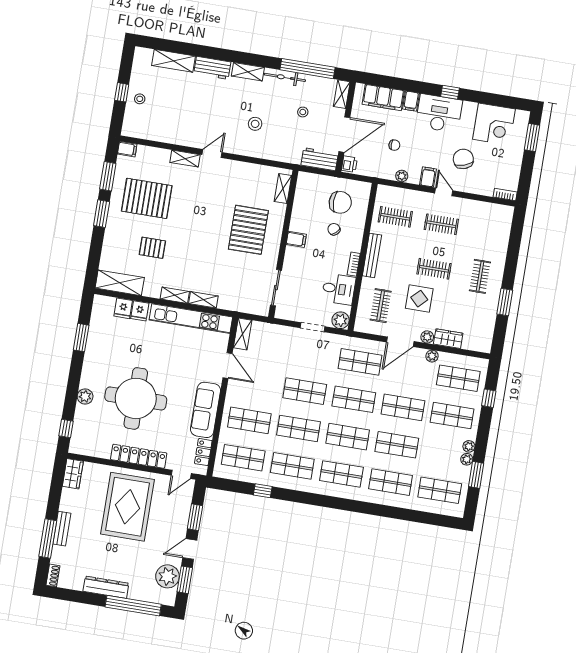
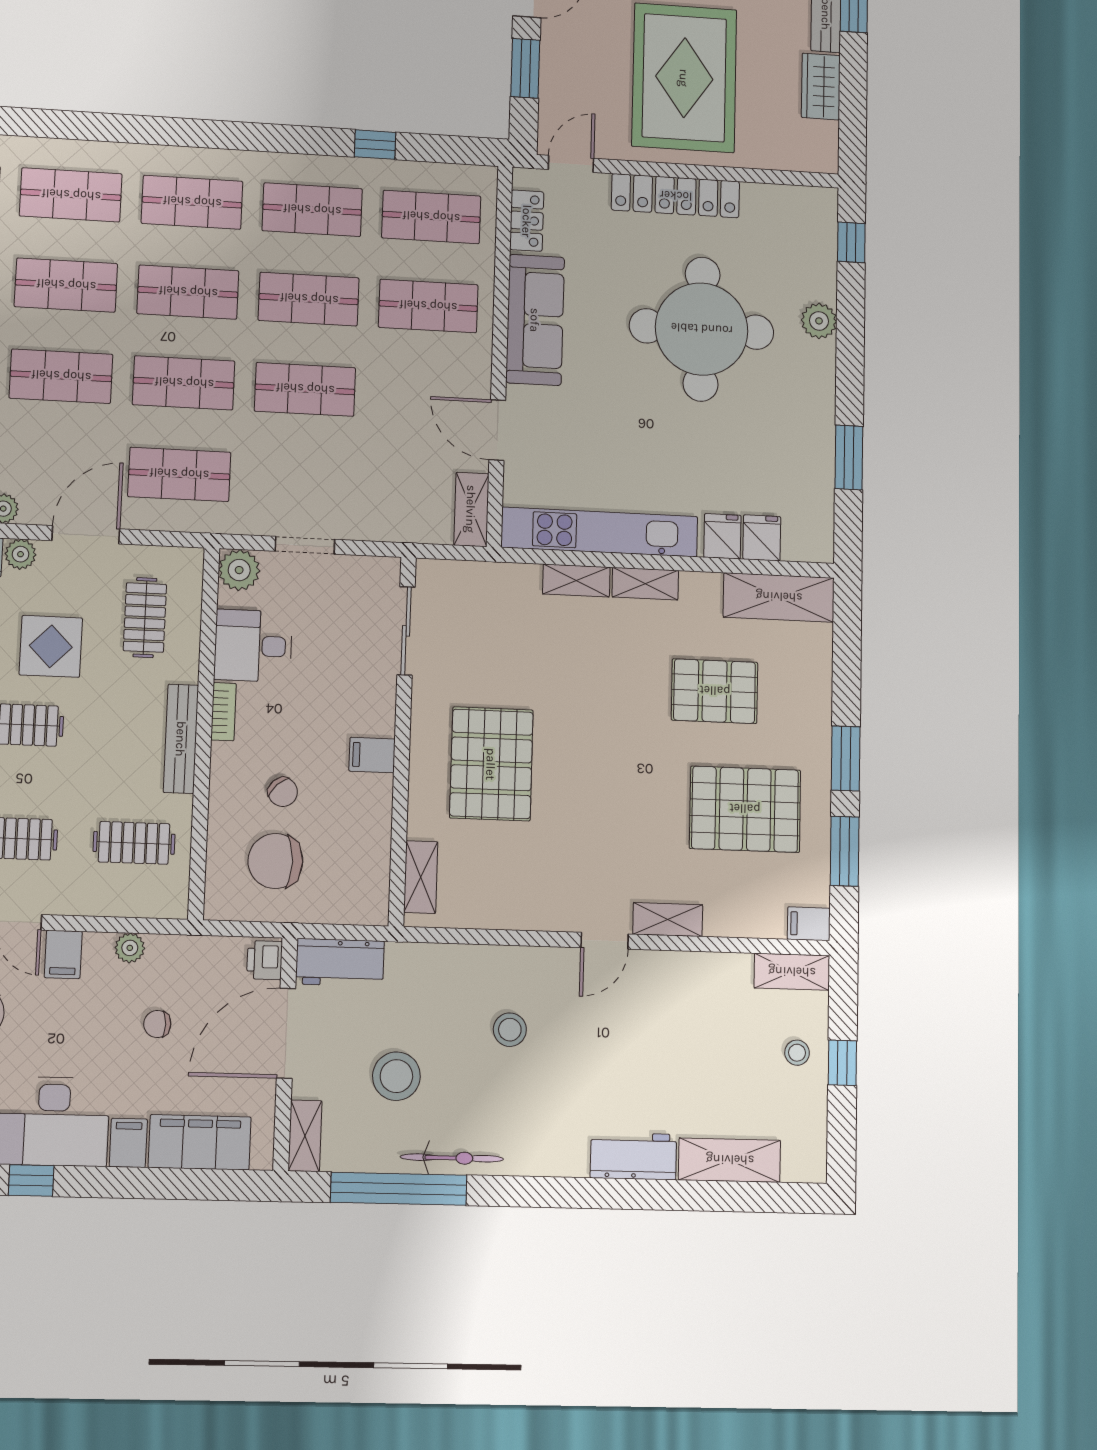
shelving: (248, 72) -> (792, 972), moved
stool: (303, 112) -> (396, 1076), width x1.89, depth x1.89
pallet: (152, 248) -> (715, 691), width x1.50, depth x1.42
wardrobe: (73, 474) -> (821, 86), moved

